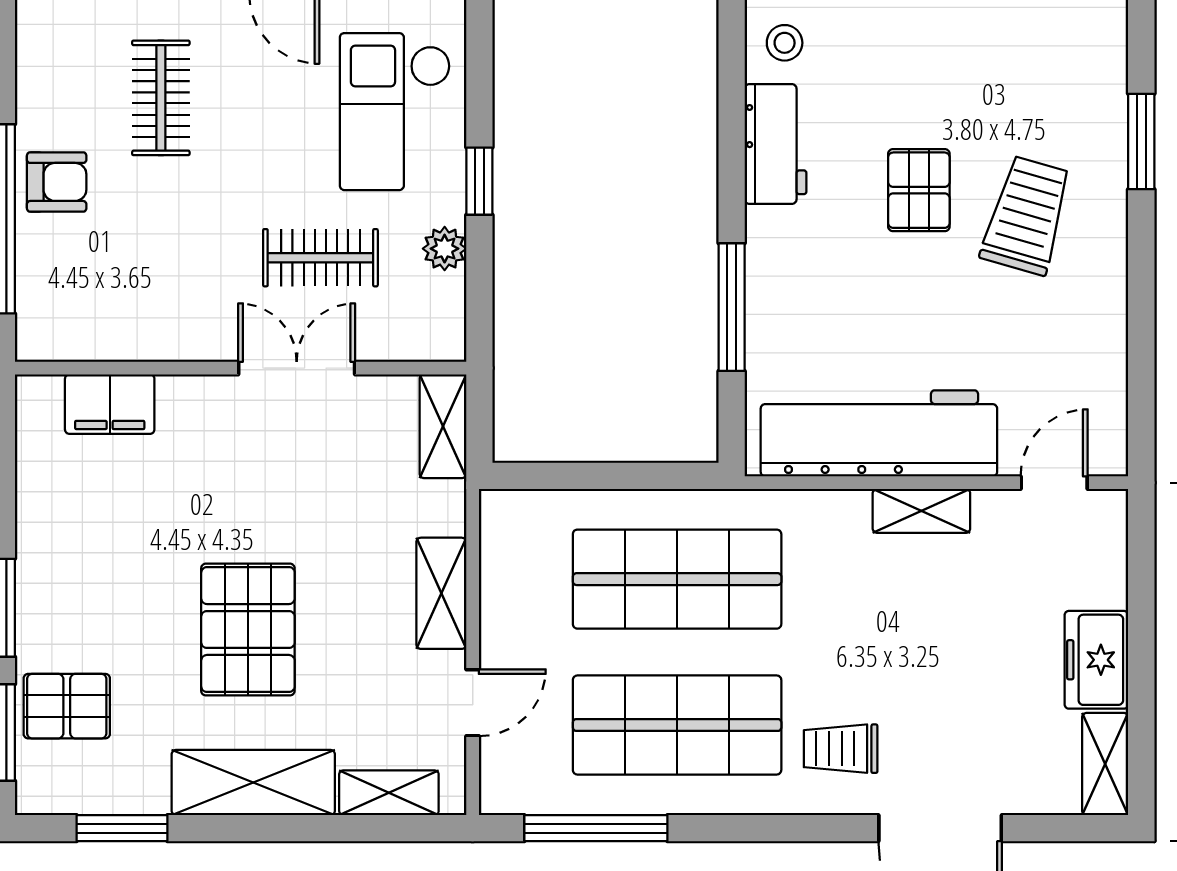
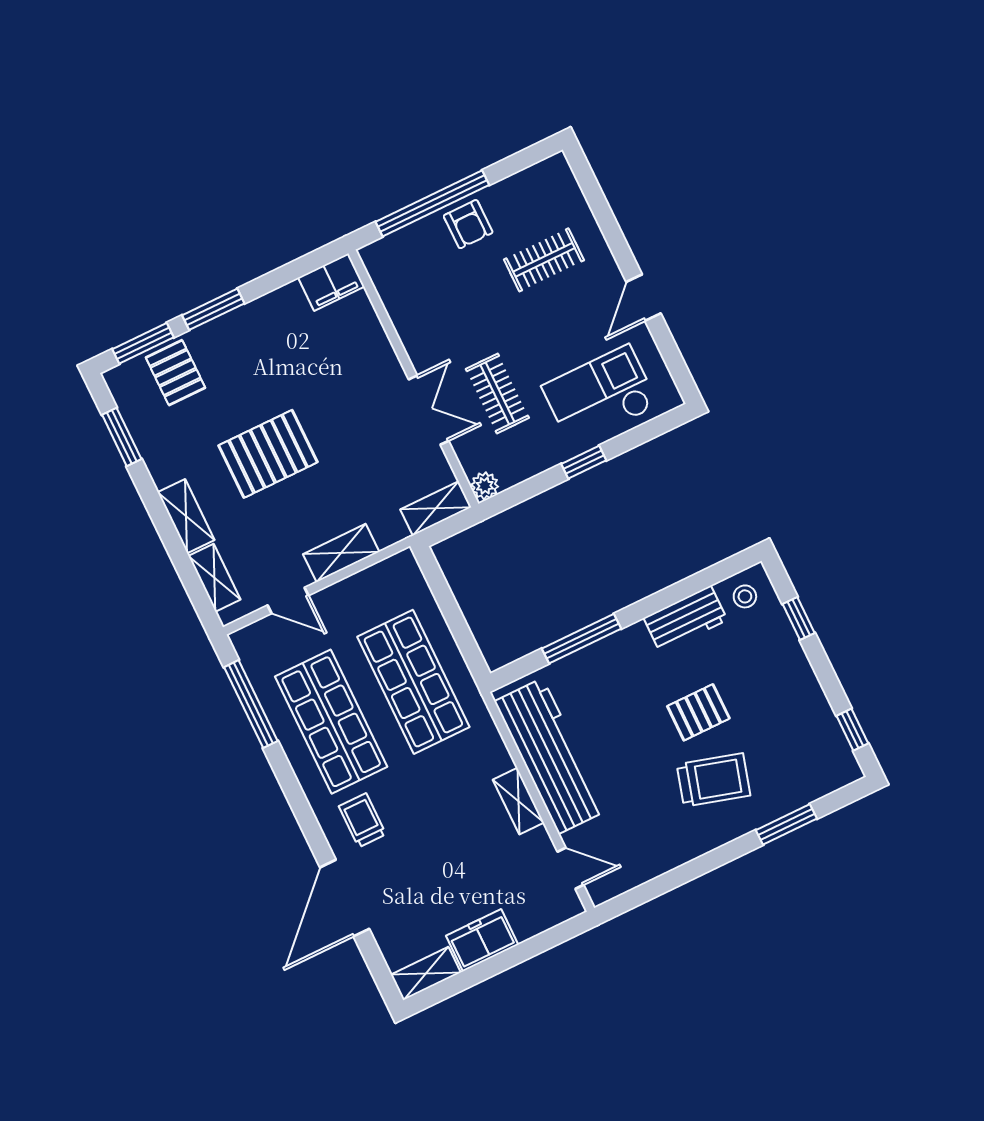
plant: (445, 249) -> (485, 486), moved
filing cabinet: (110, 404) -> (331, 282), moved, turned -90
shelving: (253, 783) -> (186, 516), width x0.67, depth x0.75

